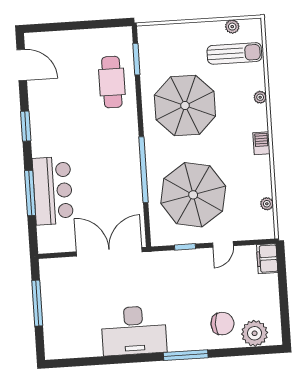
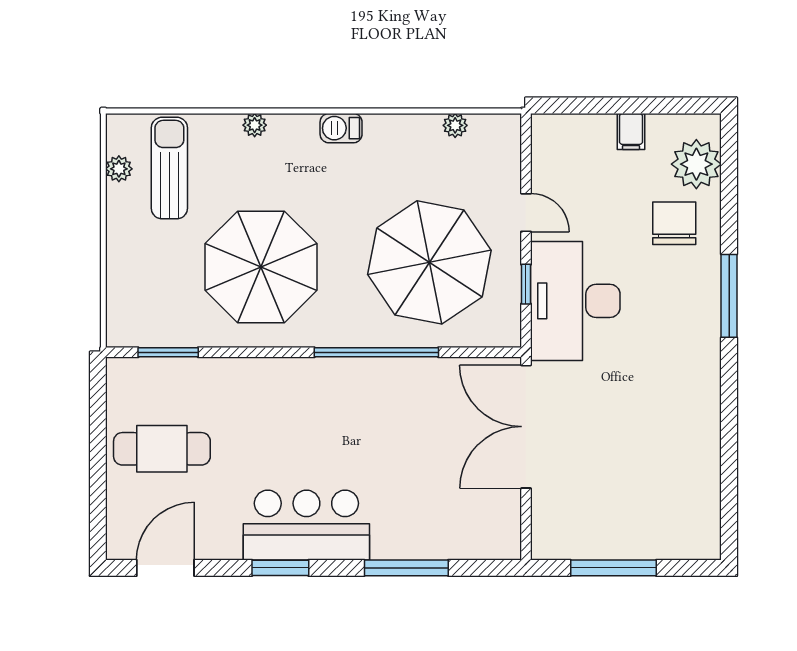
cafe table: (112, 82) -> (162, 449), moved
bar counter: (53, 191) -> (306, 525), moved
filing cabinet: (267, 259) -> (631, 132), moved, width x0.50
desk: (134, 331) -> (575, 301), moved, turned 180

